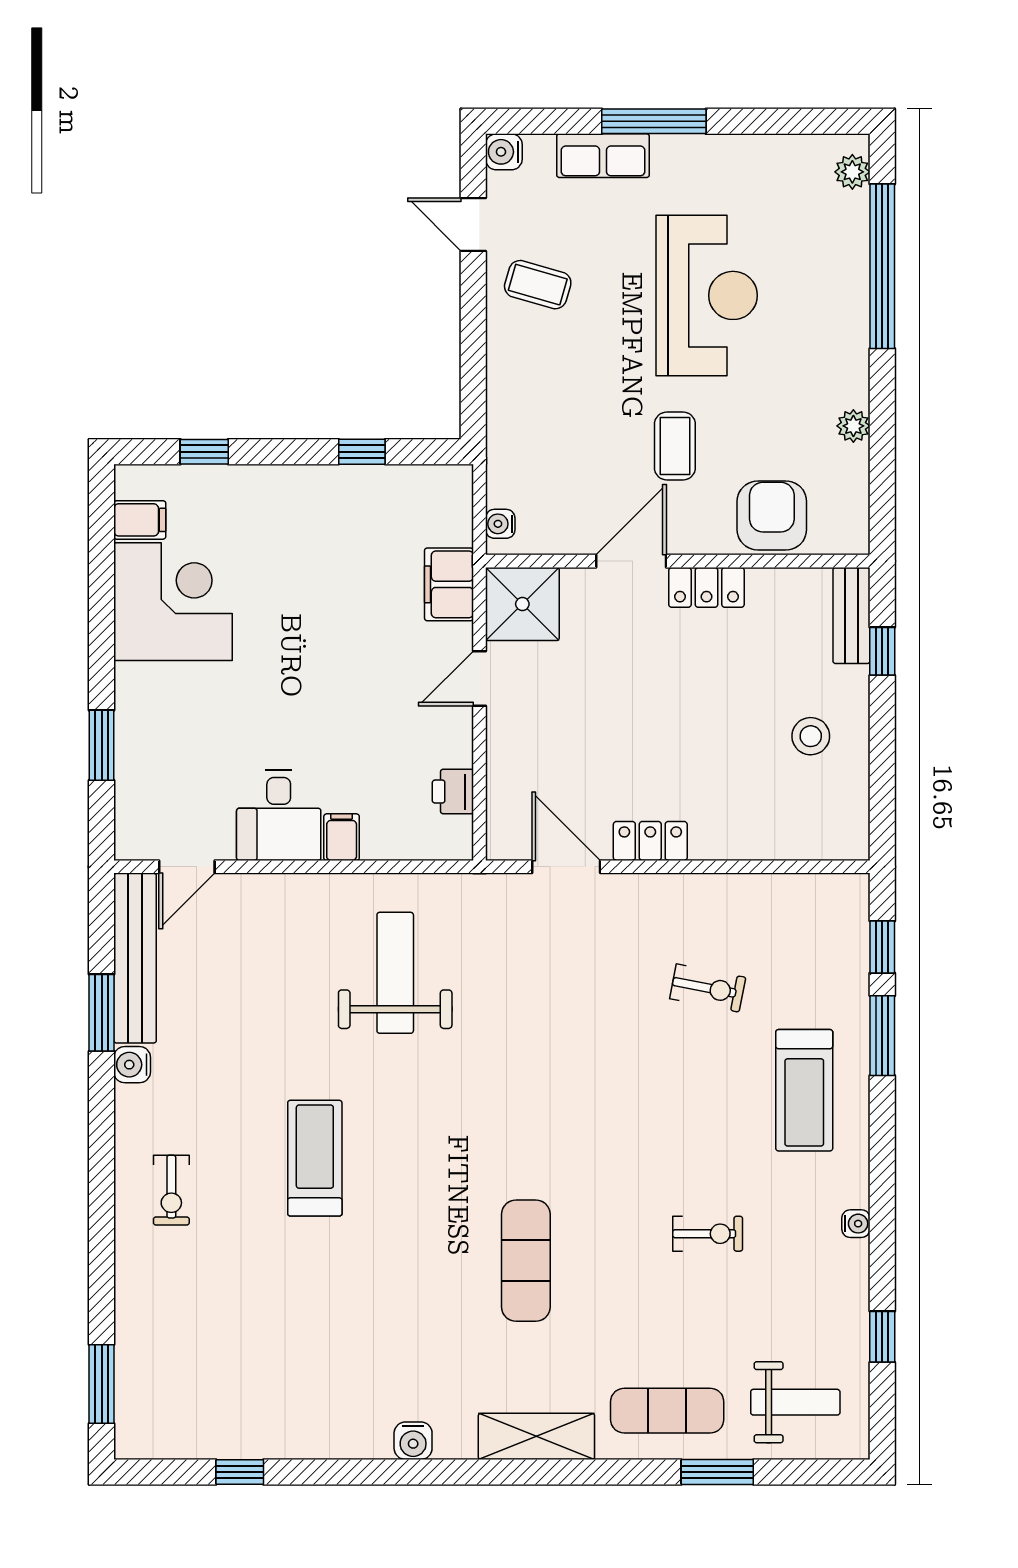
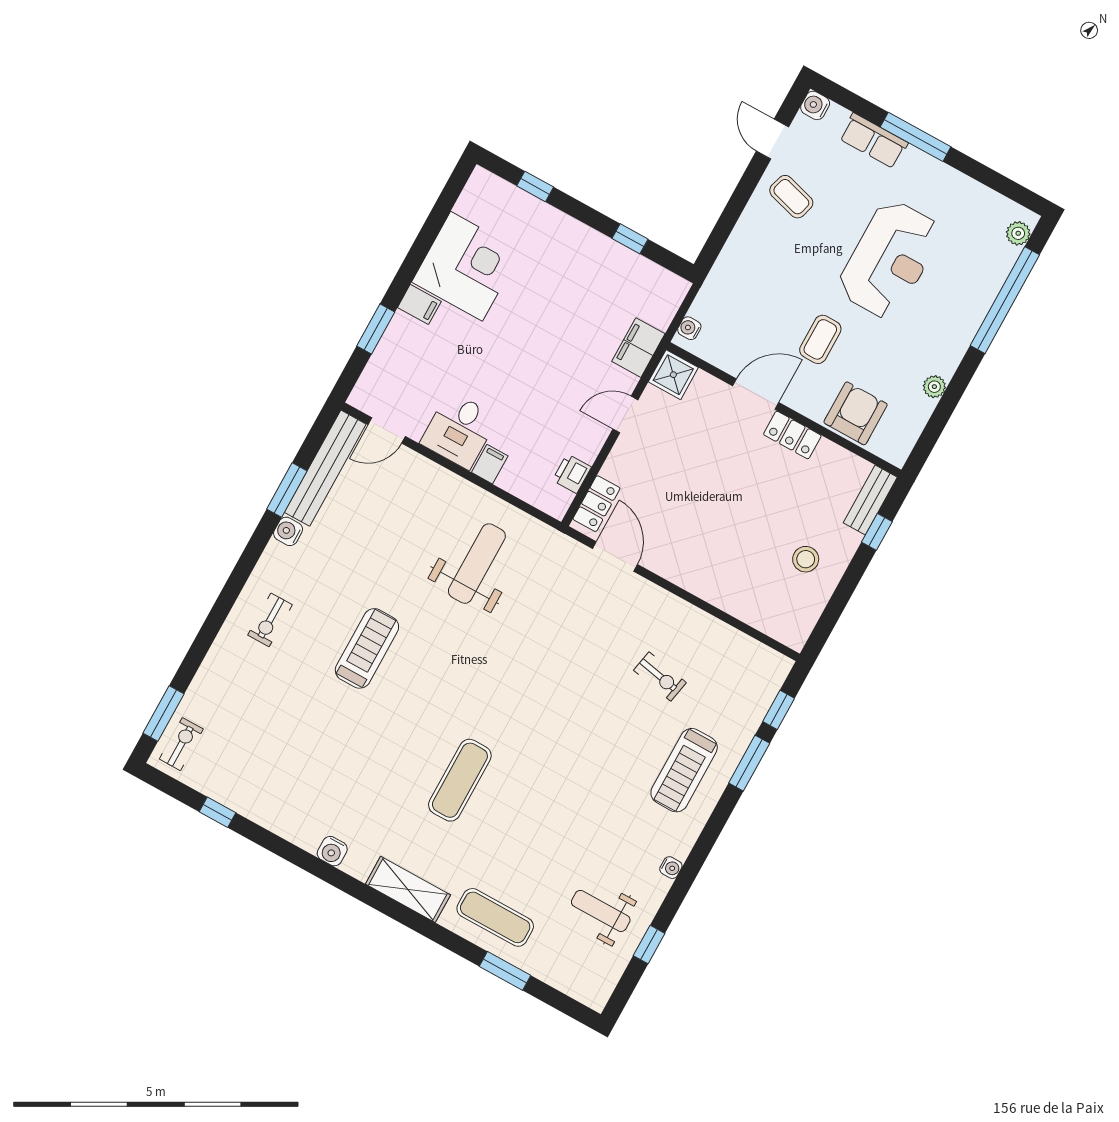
filing cabinet: (140, 520) -> (419, 304), moved
shower: (522, 604) -> (673, 375), width x0.73, depth x0.73
locker: (650, 841) -> (596, 504), moved, turned 90
exercise bike: (708, 1234) -> (181, 744), moved, turned -90
weight bench: (795, 1402) -> (601, 911), moved, turned 180

